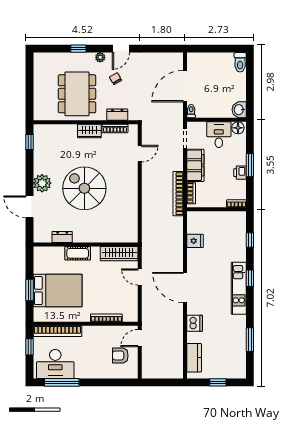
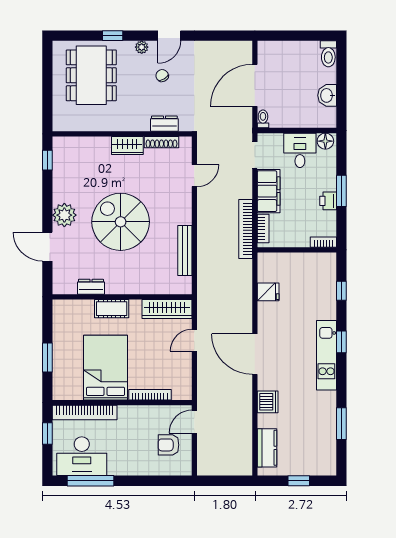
dining table: (77, 94) -> (91, 75), moved
washbasin: (239, 110) -> (327, 95), moved
bench: (133, 210) -> (185, 251), added
door: (140, 277) -> (194, 340), hinge flipped
bed: (58, 291) -> (106, 368), moved, turned -90

